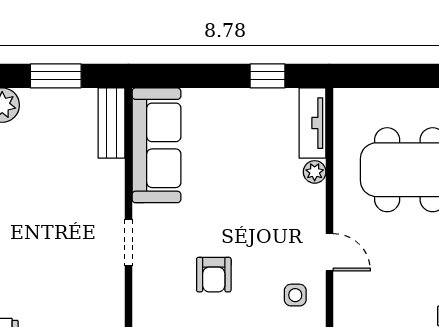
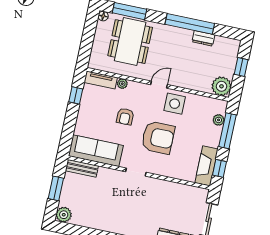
armchair: (244, 193) -> (125, 117), added
armchair: (214, 275) -> (158, 138), width x1.88, depth x1.88
side table: (295, 295) -> (175, 104), width x1.87, depth x1.87

